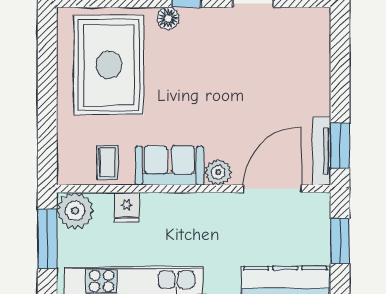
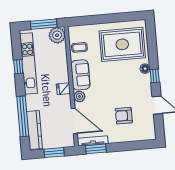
armchair: (270, 76) -> (124, 116), added
fridge: (127, 207) -> (63, 89), moved

